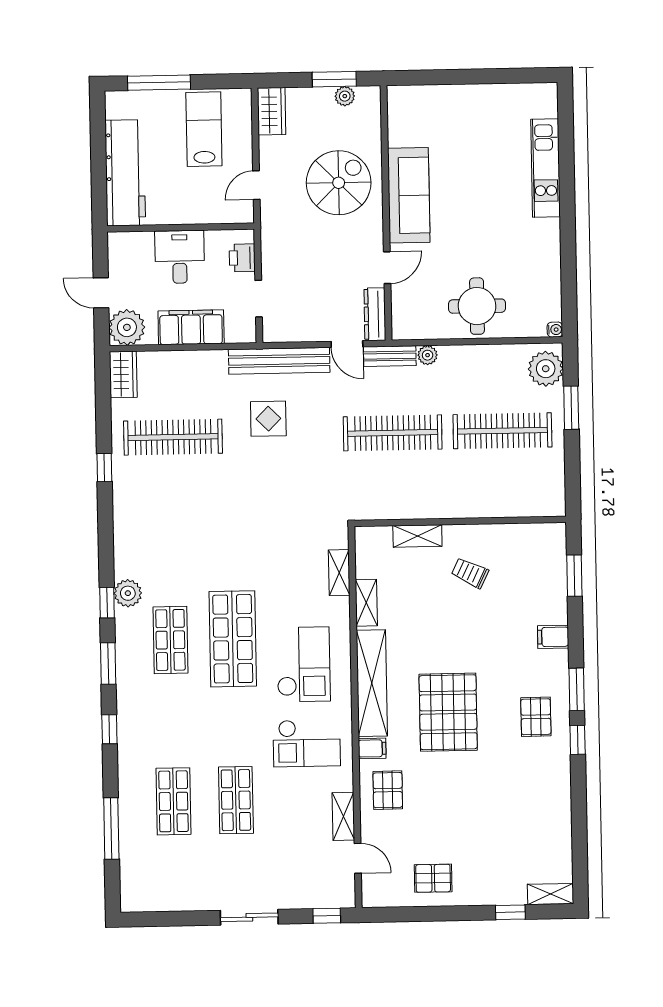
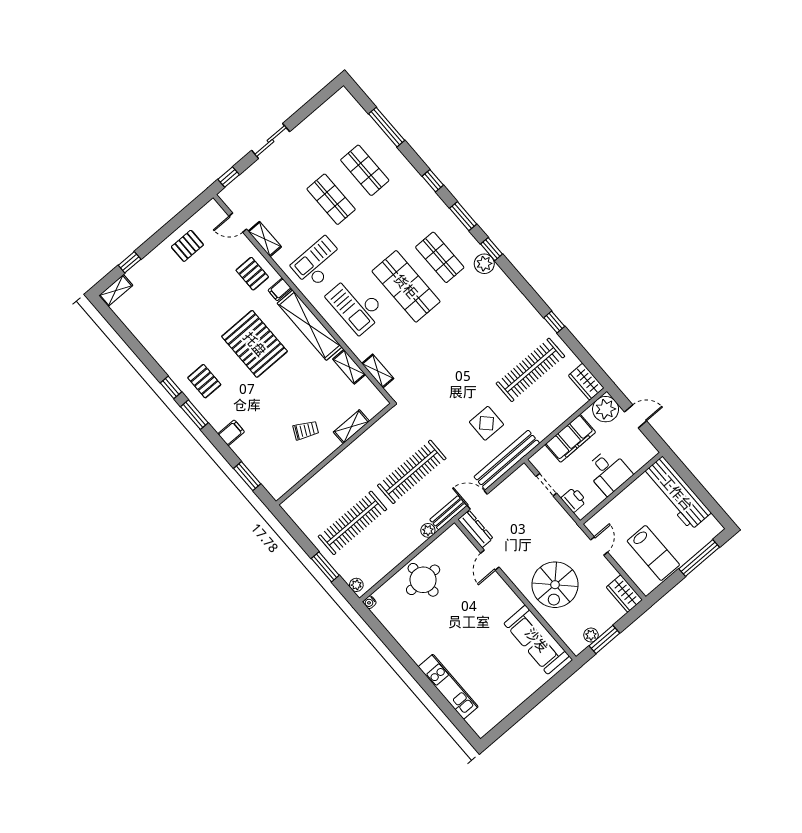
sofa: (409, 195) -> (537, 640), moved
plant: (546, 369) -> (356, 585), width x0.53, depth x0.53

